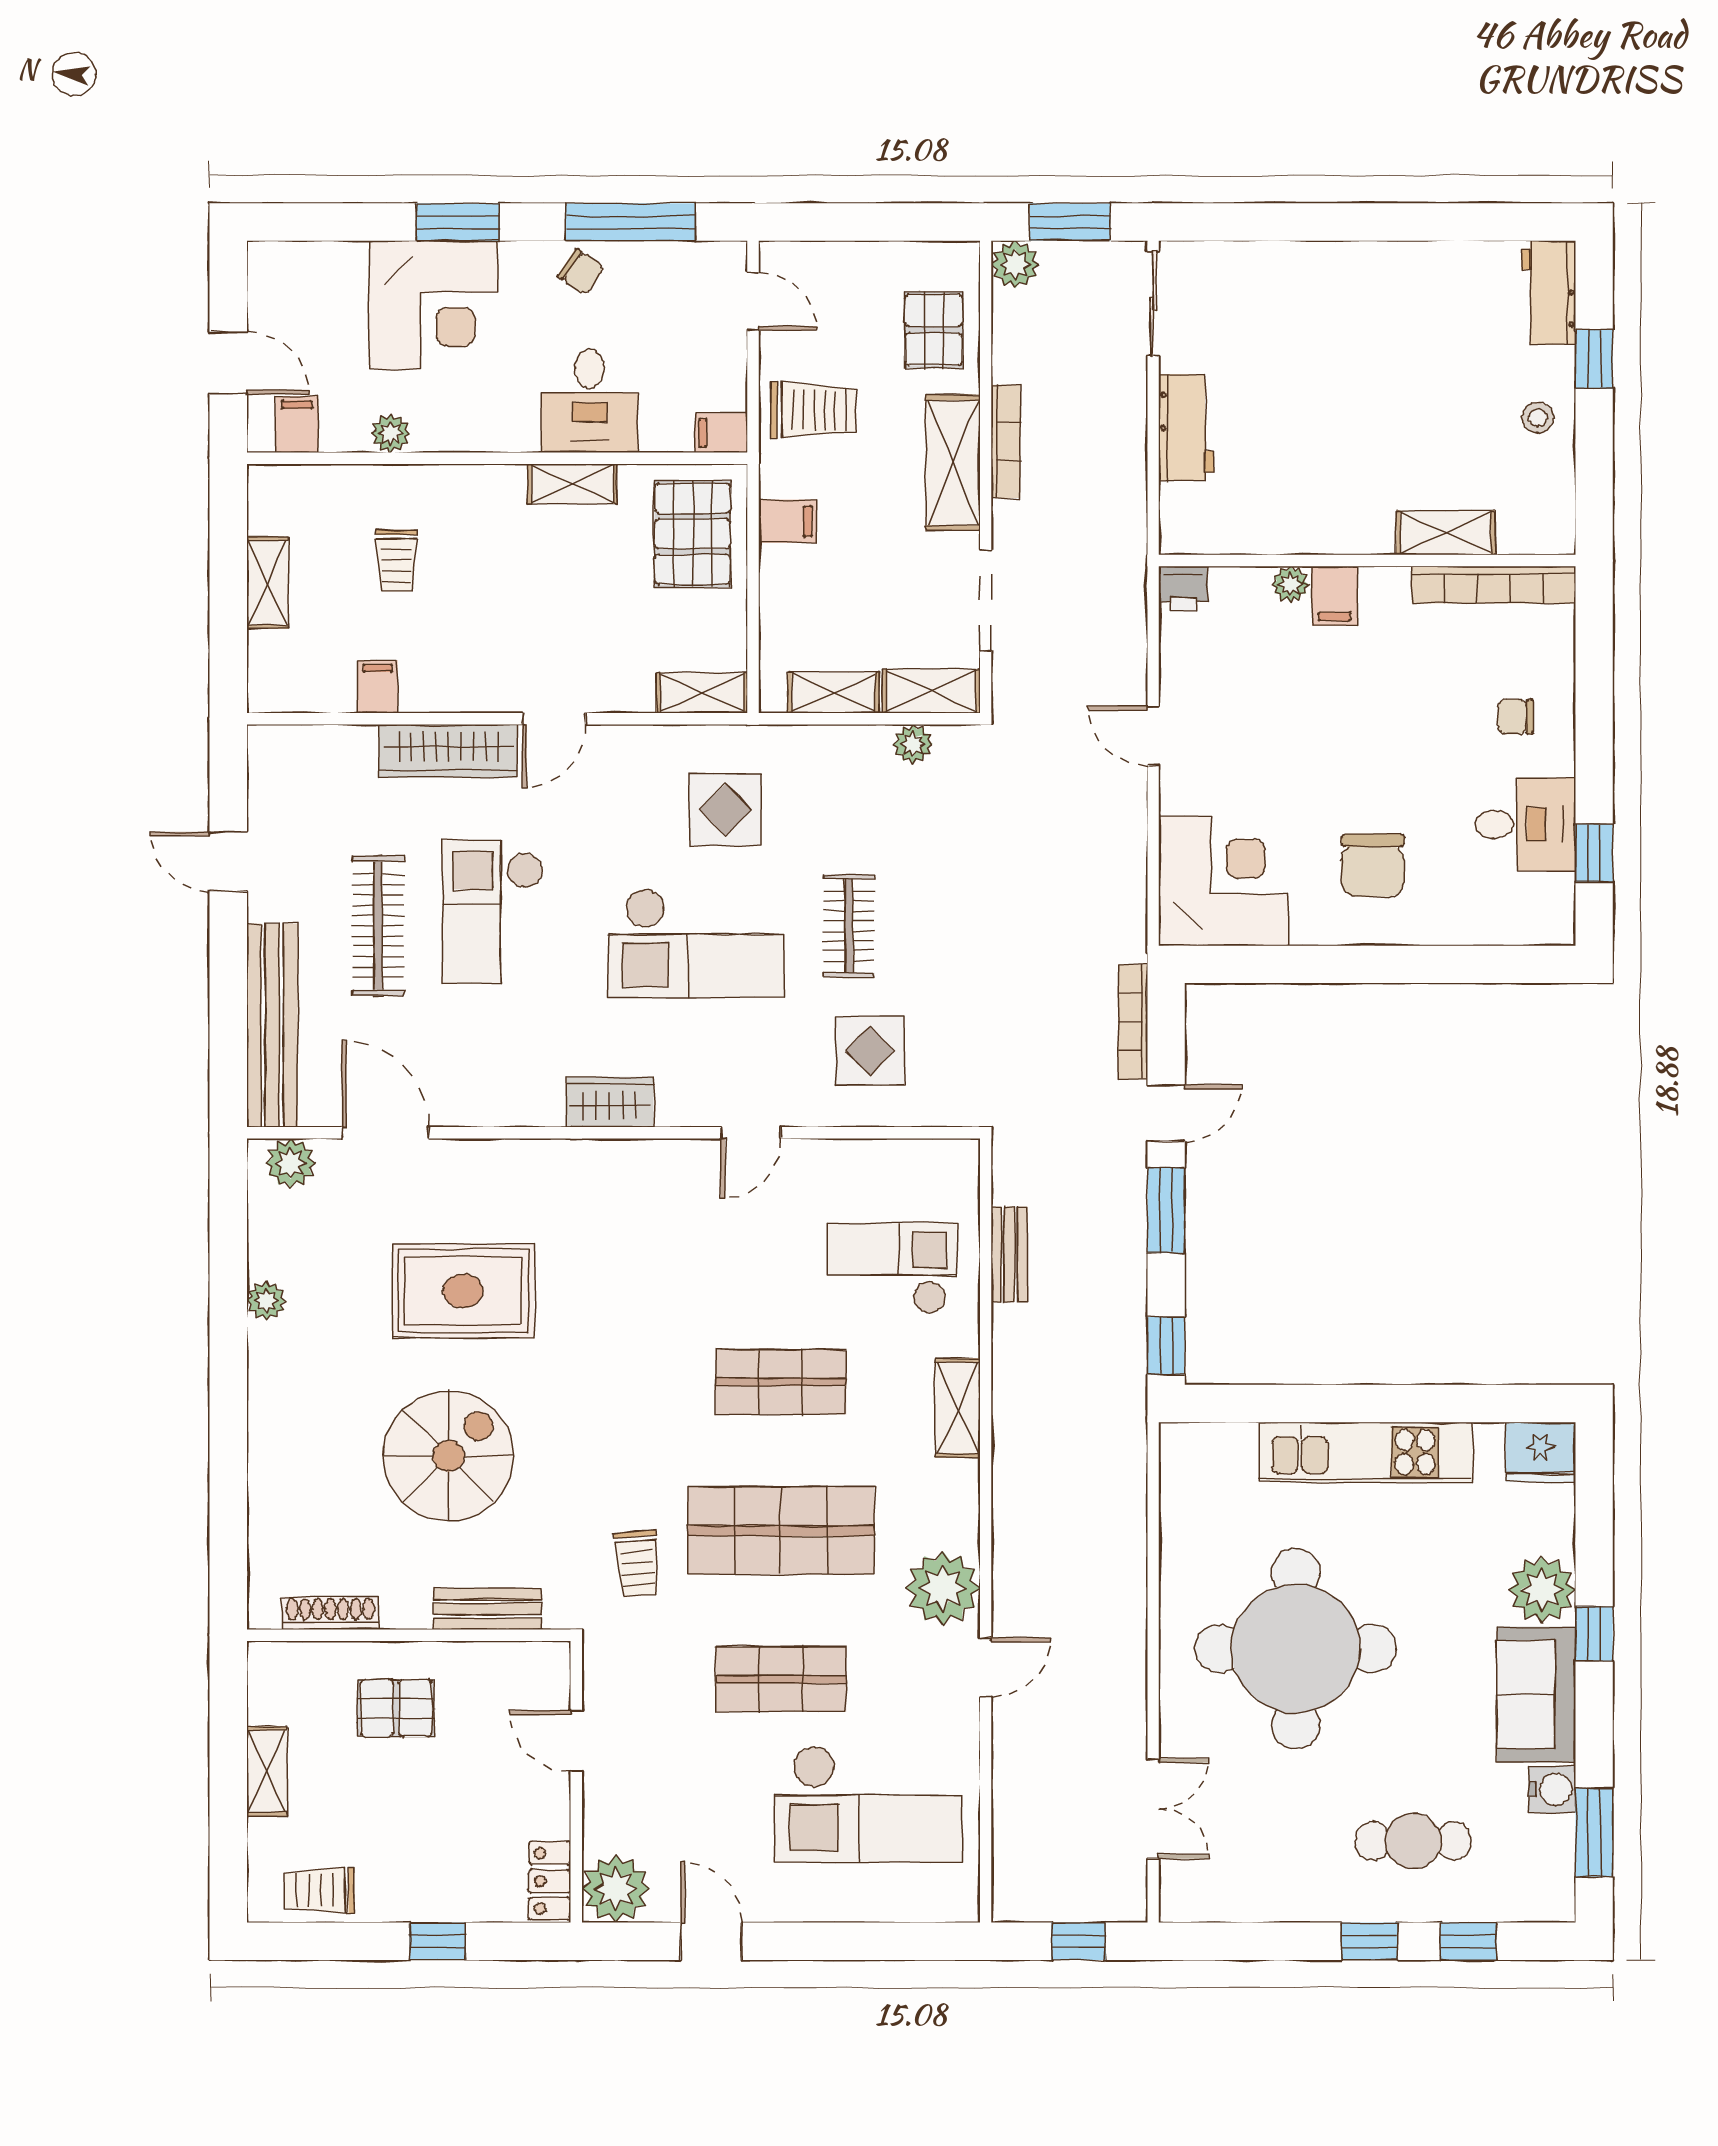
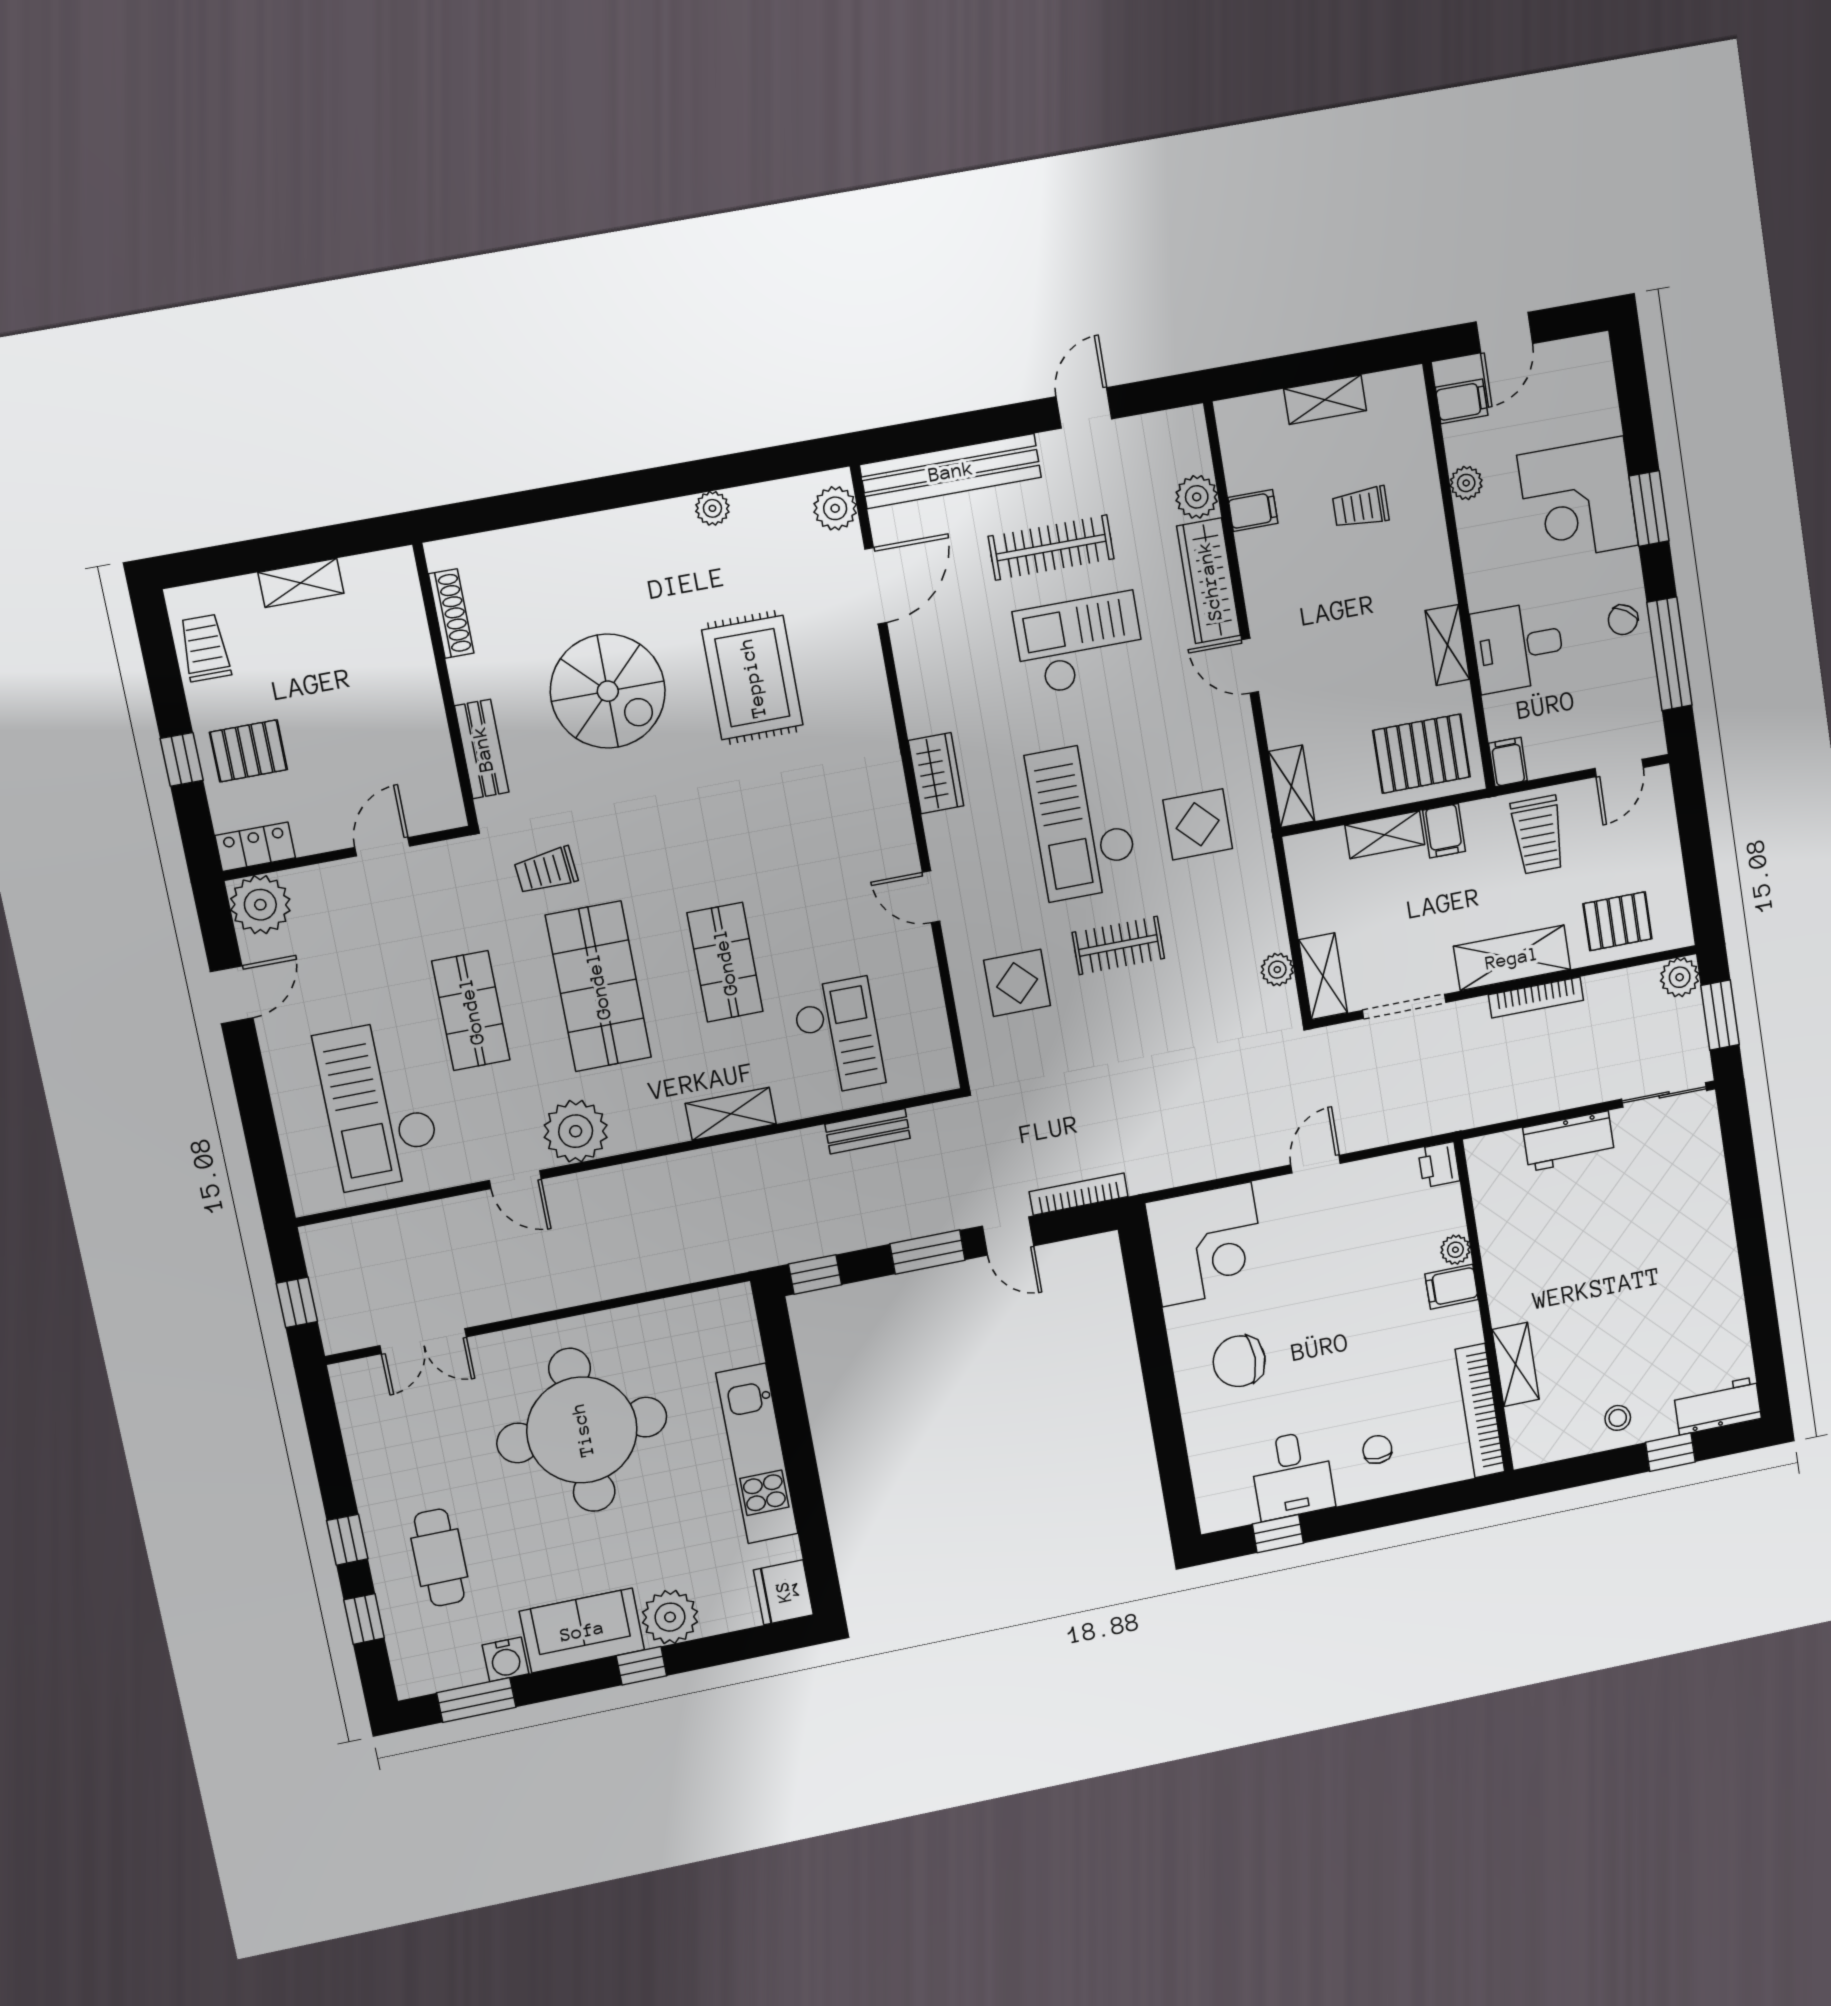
shelving: (833, 693) -> (1385, 835), moved, turned 90
plant: (351, 749) -> (1197, 497), added
pallet: (396, 1708) -> (248, 751), moved, turned 90

